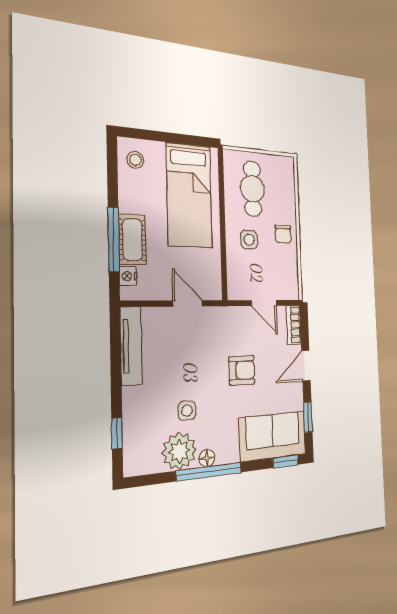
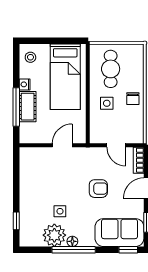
nightstand: (128, 276) -> (25, 84), moved
door: (188, 303) -> (62, 145), hinge flipped
tv unit: (131, 346) -> (26, 170), removed

